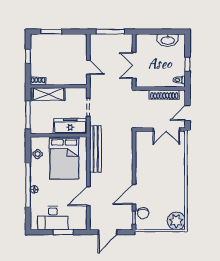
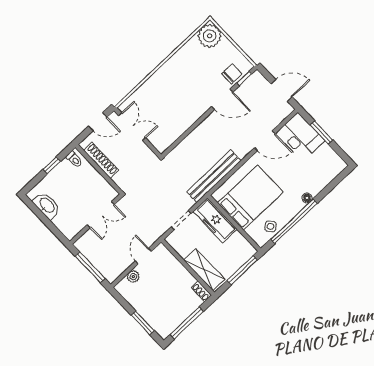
plant: (82, 51) -> (133, 277), added
window: (28, 56) -> (187, 323), width x2.17
window: (28, 185) -> (294, 221), moved
desk: (53, 218) -> (300, 137), moved

